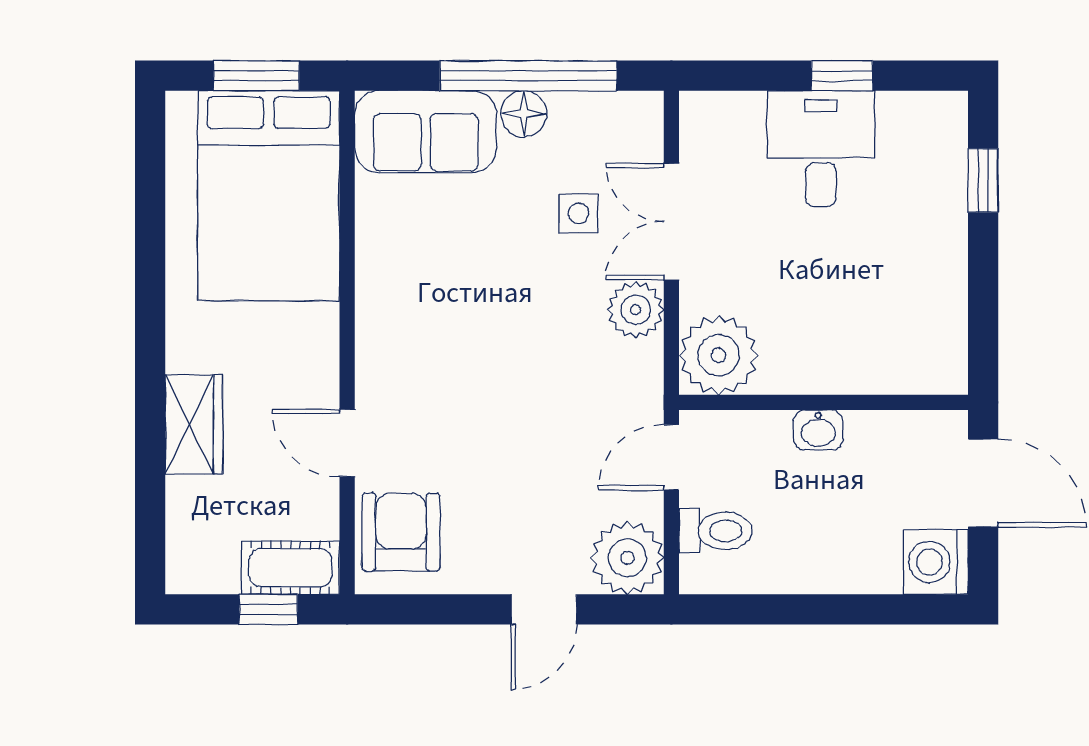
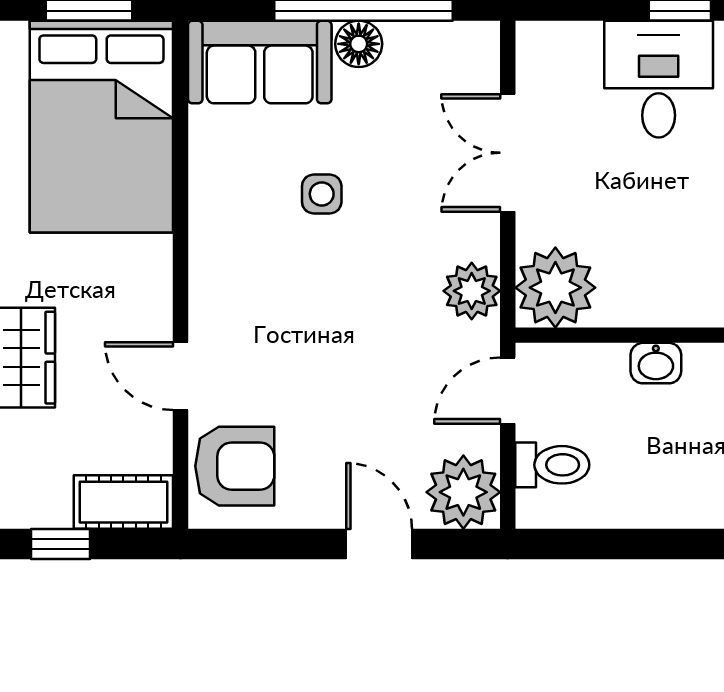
side table: (578, 213) -> (322, 194), moved
plant: (636, 310) -> (472, 291), moved
armchair: (401, 532) -> (235, 466), turned 90
window: (268, 609) -> (61, 544), moved
door: (544, 609) -> (379, 544), swing flipped

